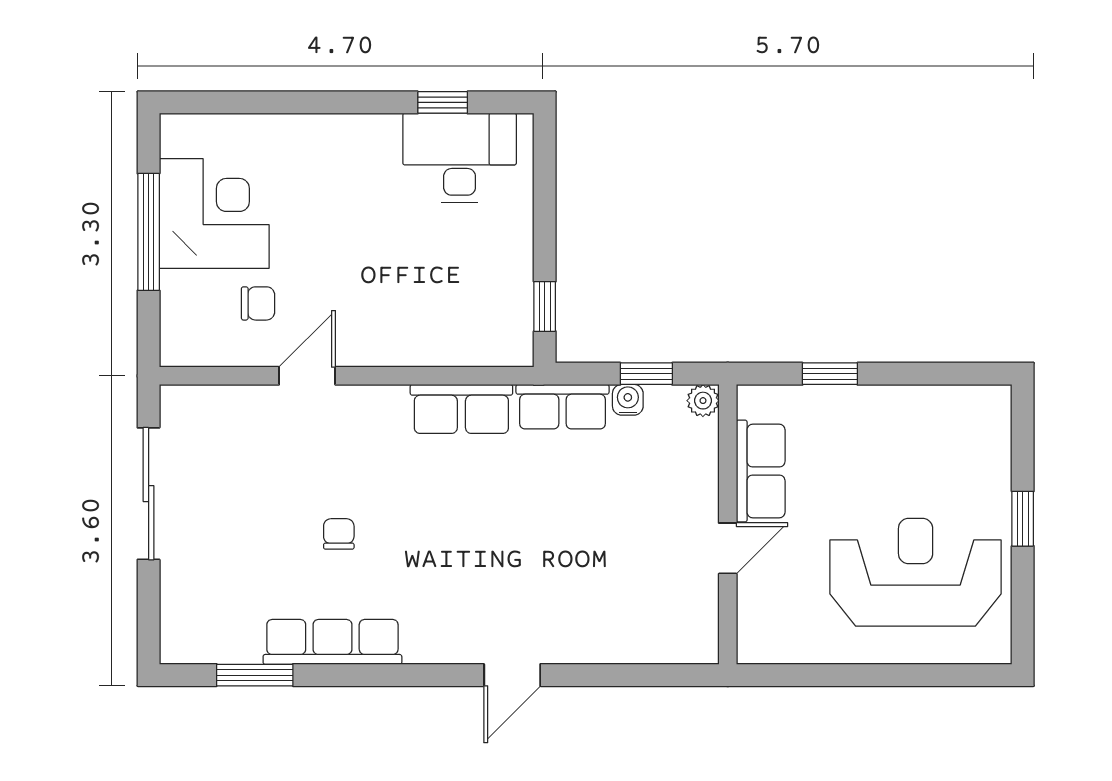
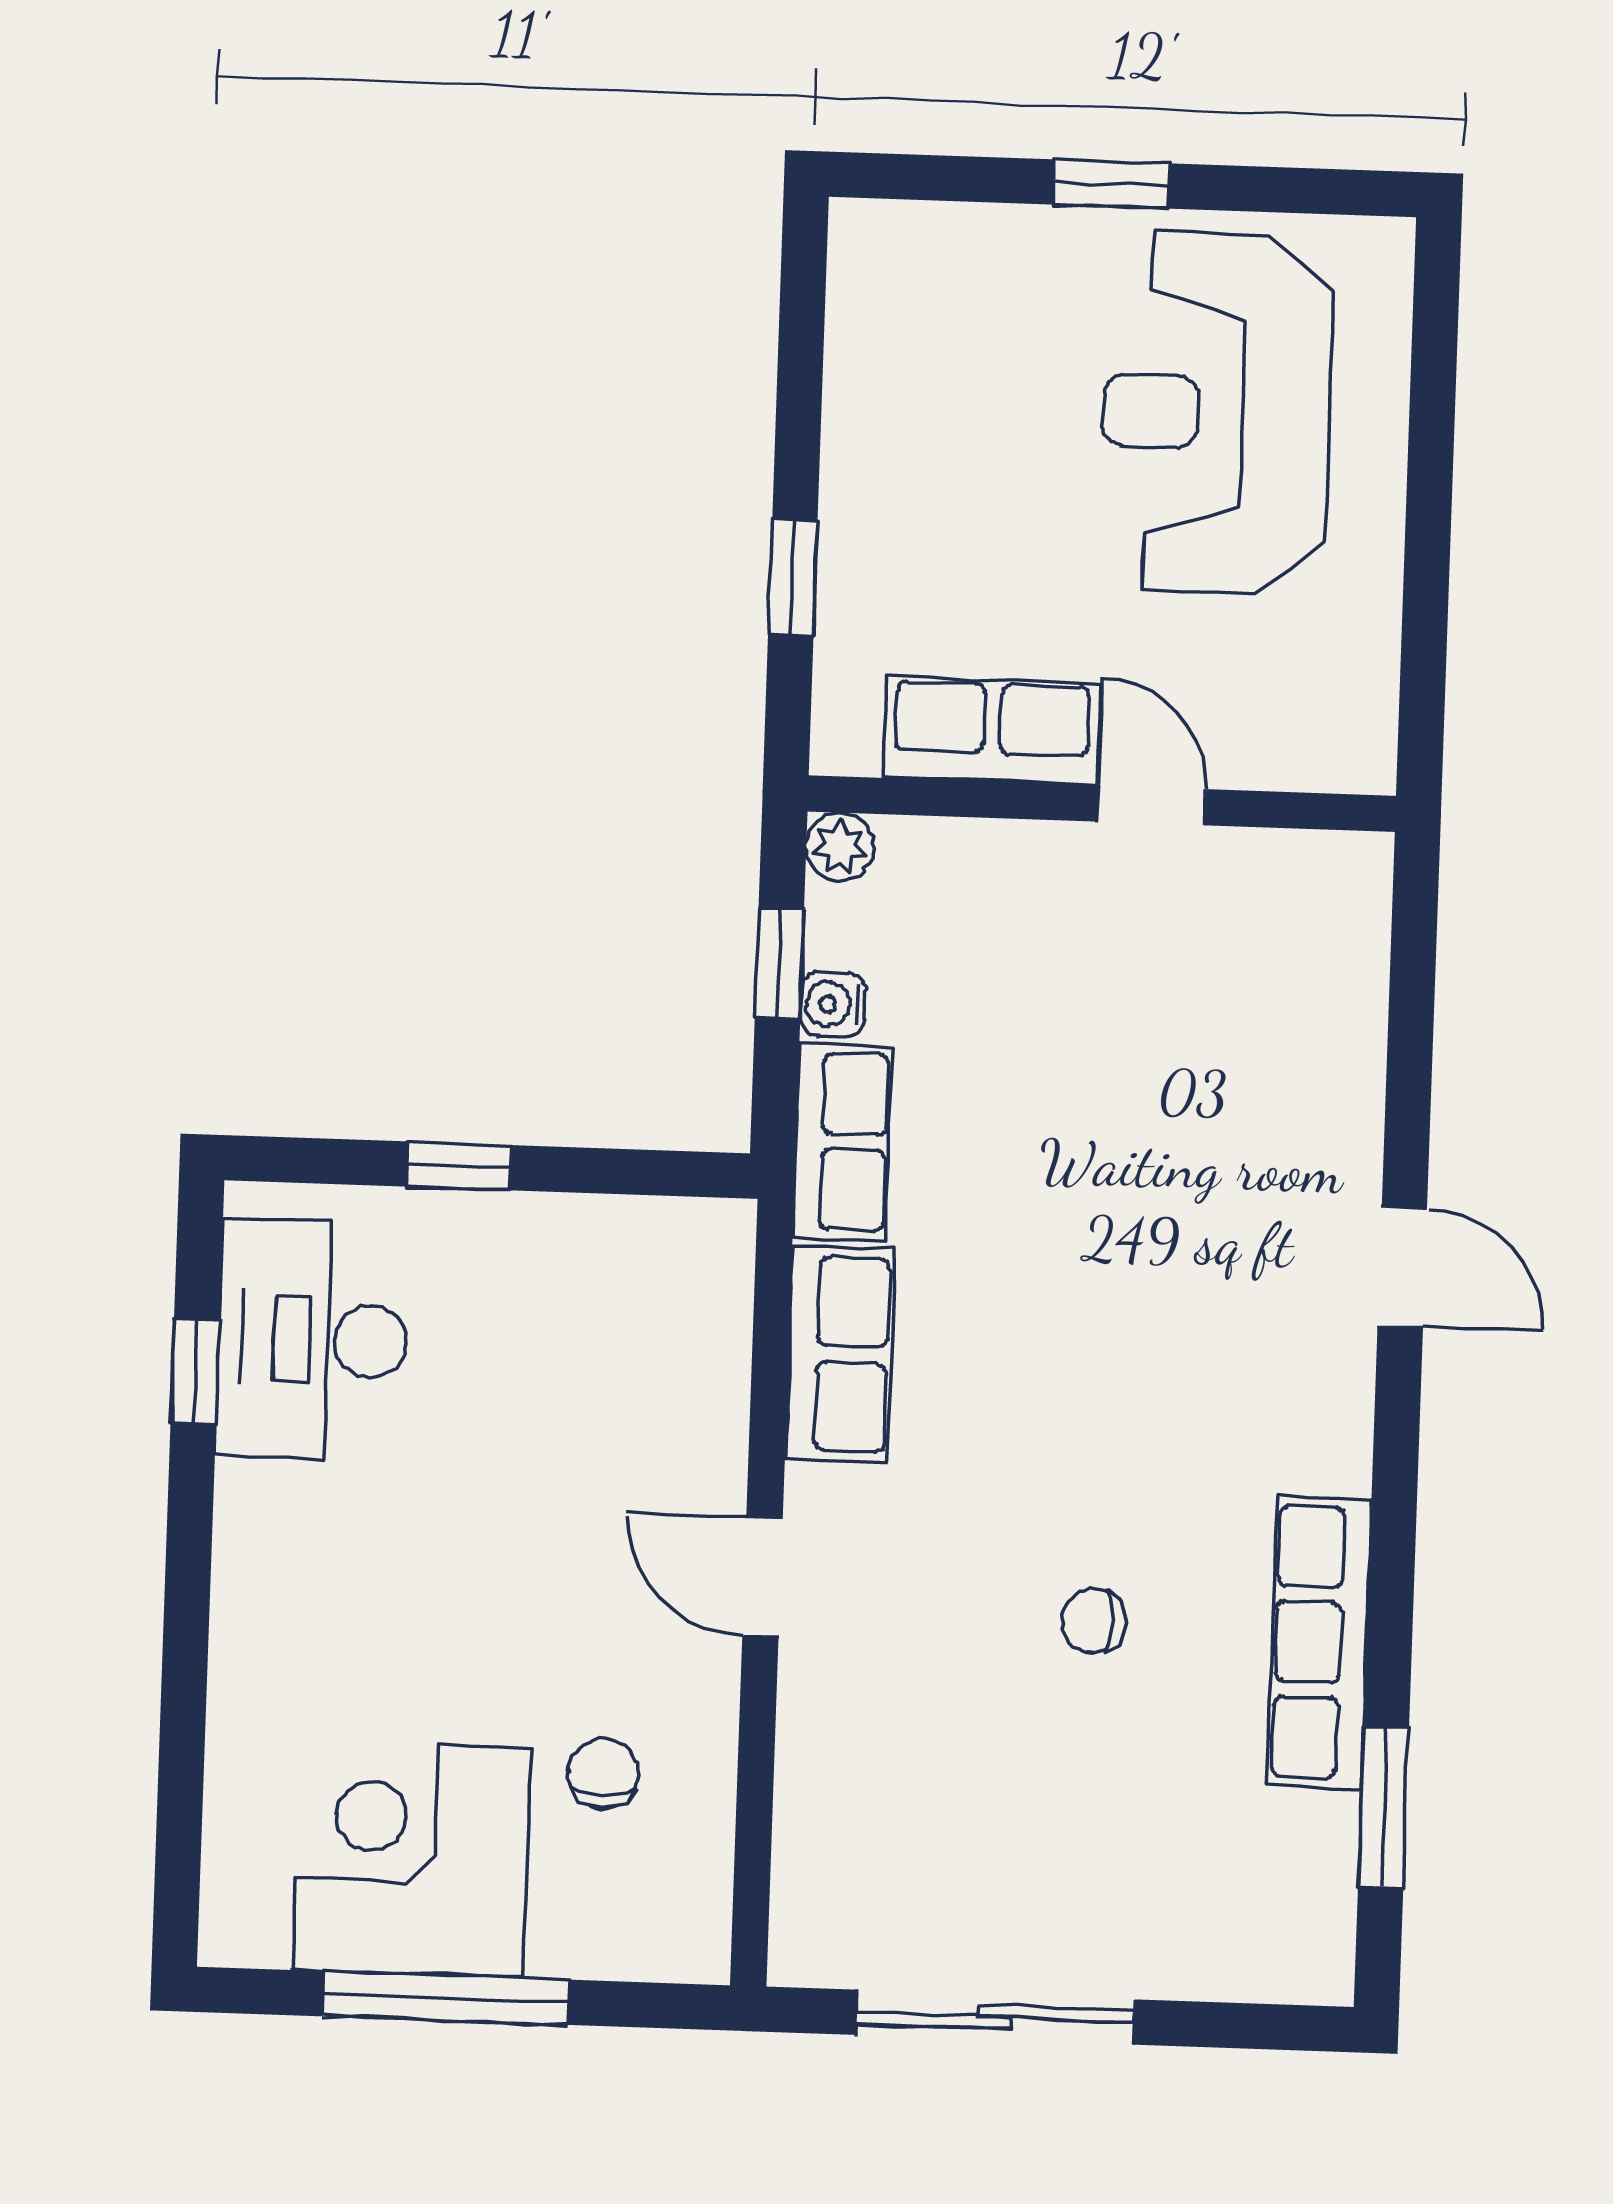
window: (545, 306) -> (459, 1166), moved
door: (307, 376) -> (762, 1577), moved

